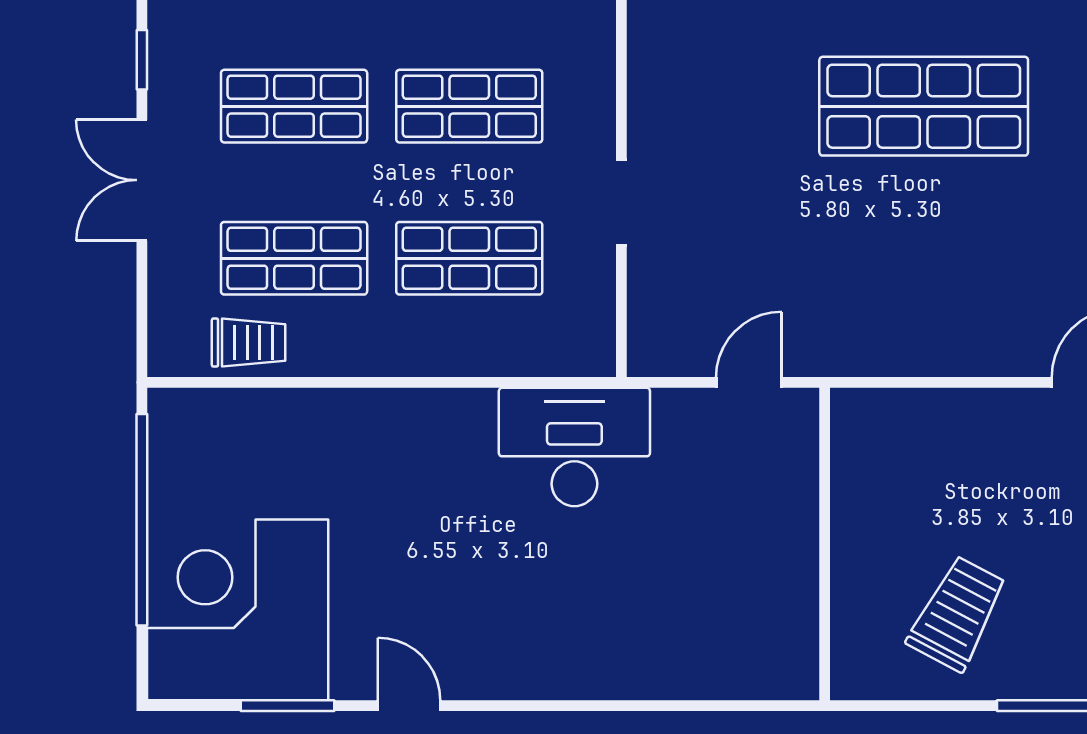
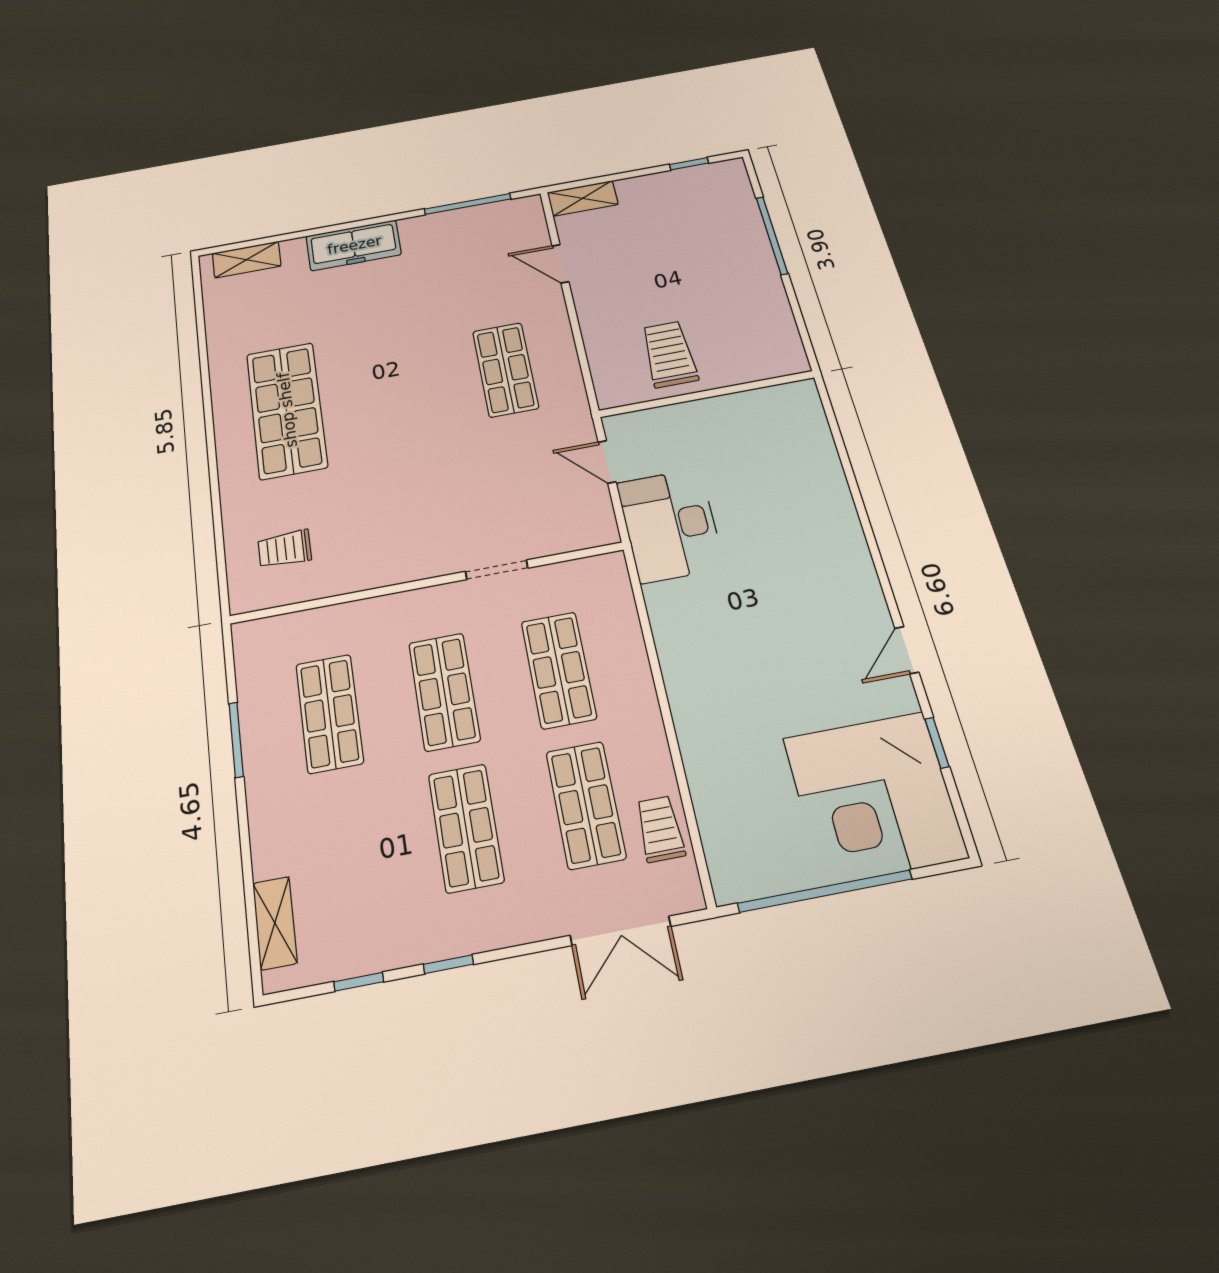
shop shelf: (924, 106) -> (505, 370), moved, width x0.70, depth x0.74
double door: (142, 180) -> (621, 931), moved
desk: (574, 447) -> (670, 525), moved
trolley: (957, 614) -> (669, 354), moved, turned 62
window: (287, 706) -> (937, 743), width x0.67

